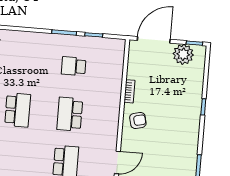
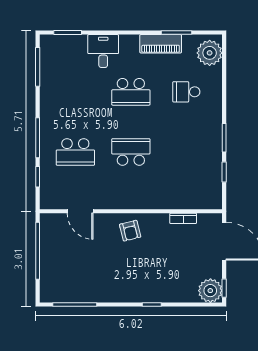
plant: (183, 54) -> (210, 291), moved
school desk: (74, 66) -> (186, 92), moved, turned -90
bookcase: (130, 91) -> (183, 218), moved

